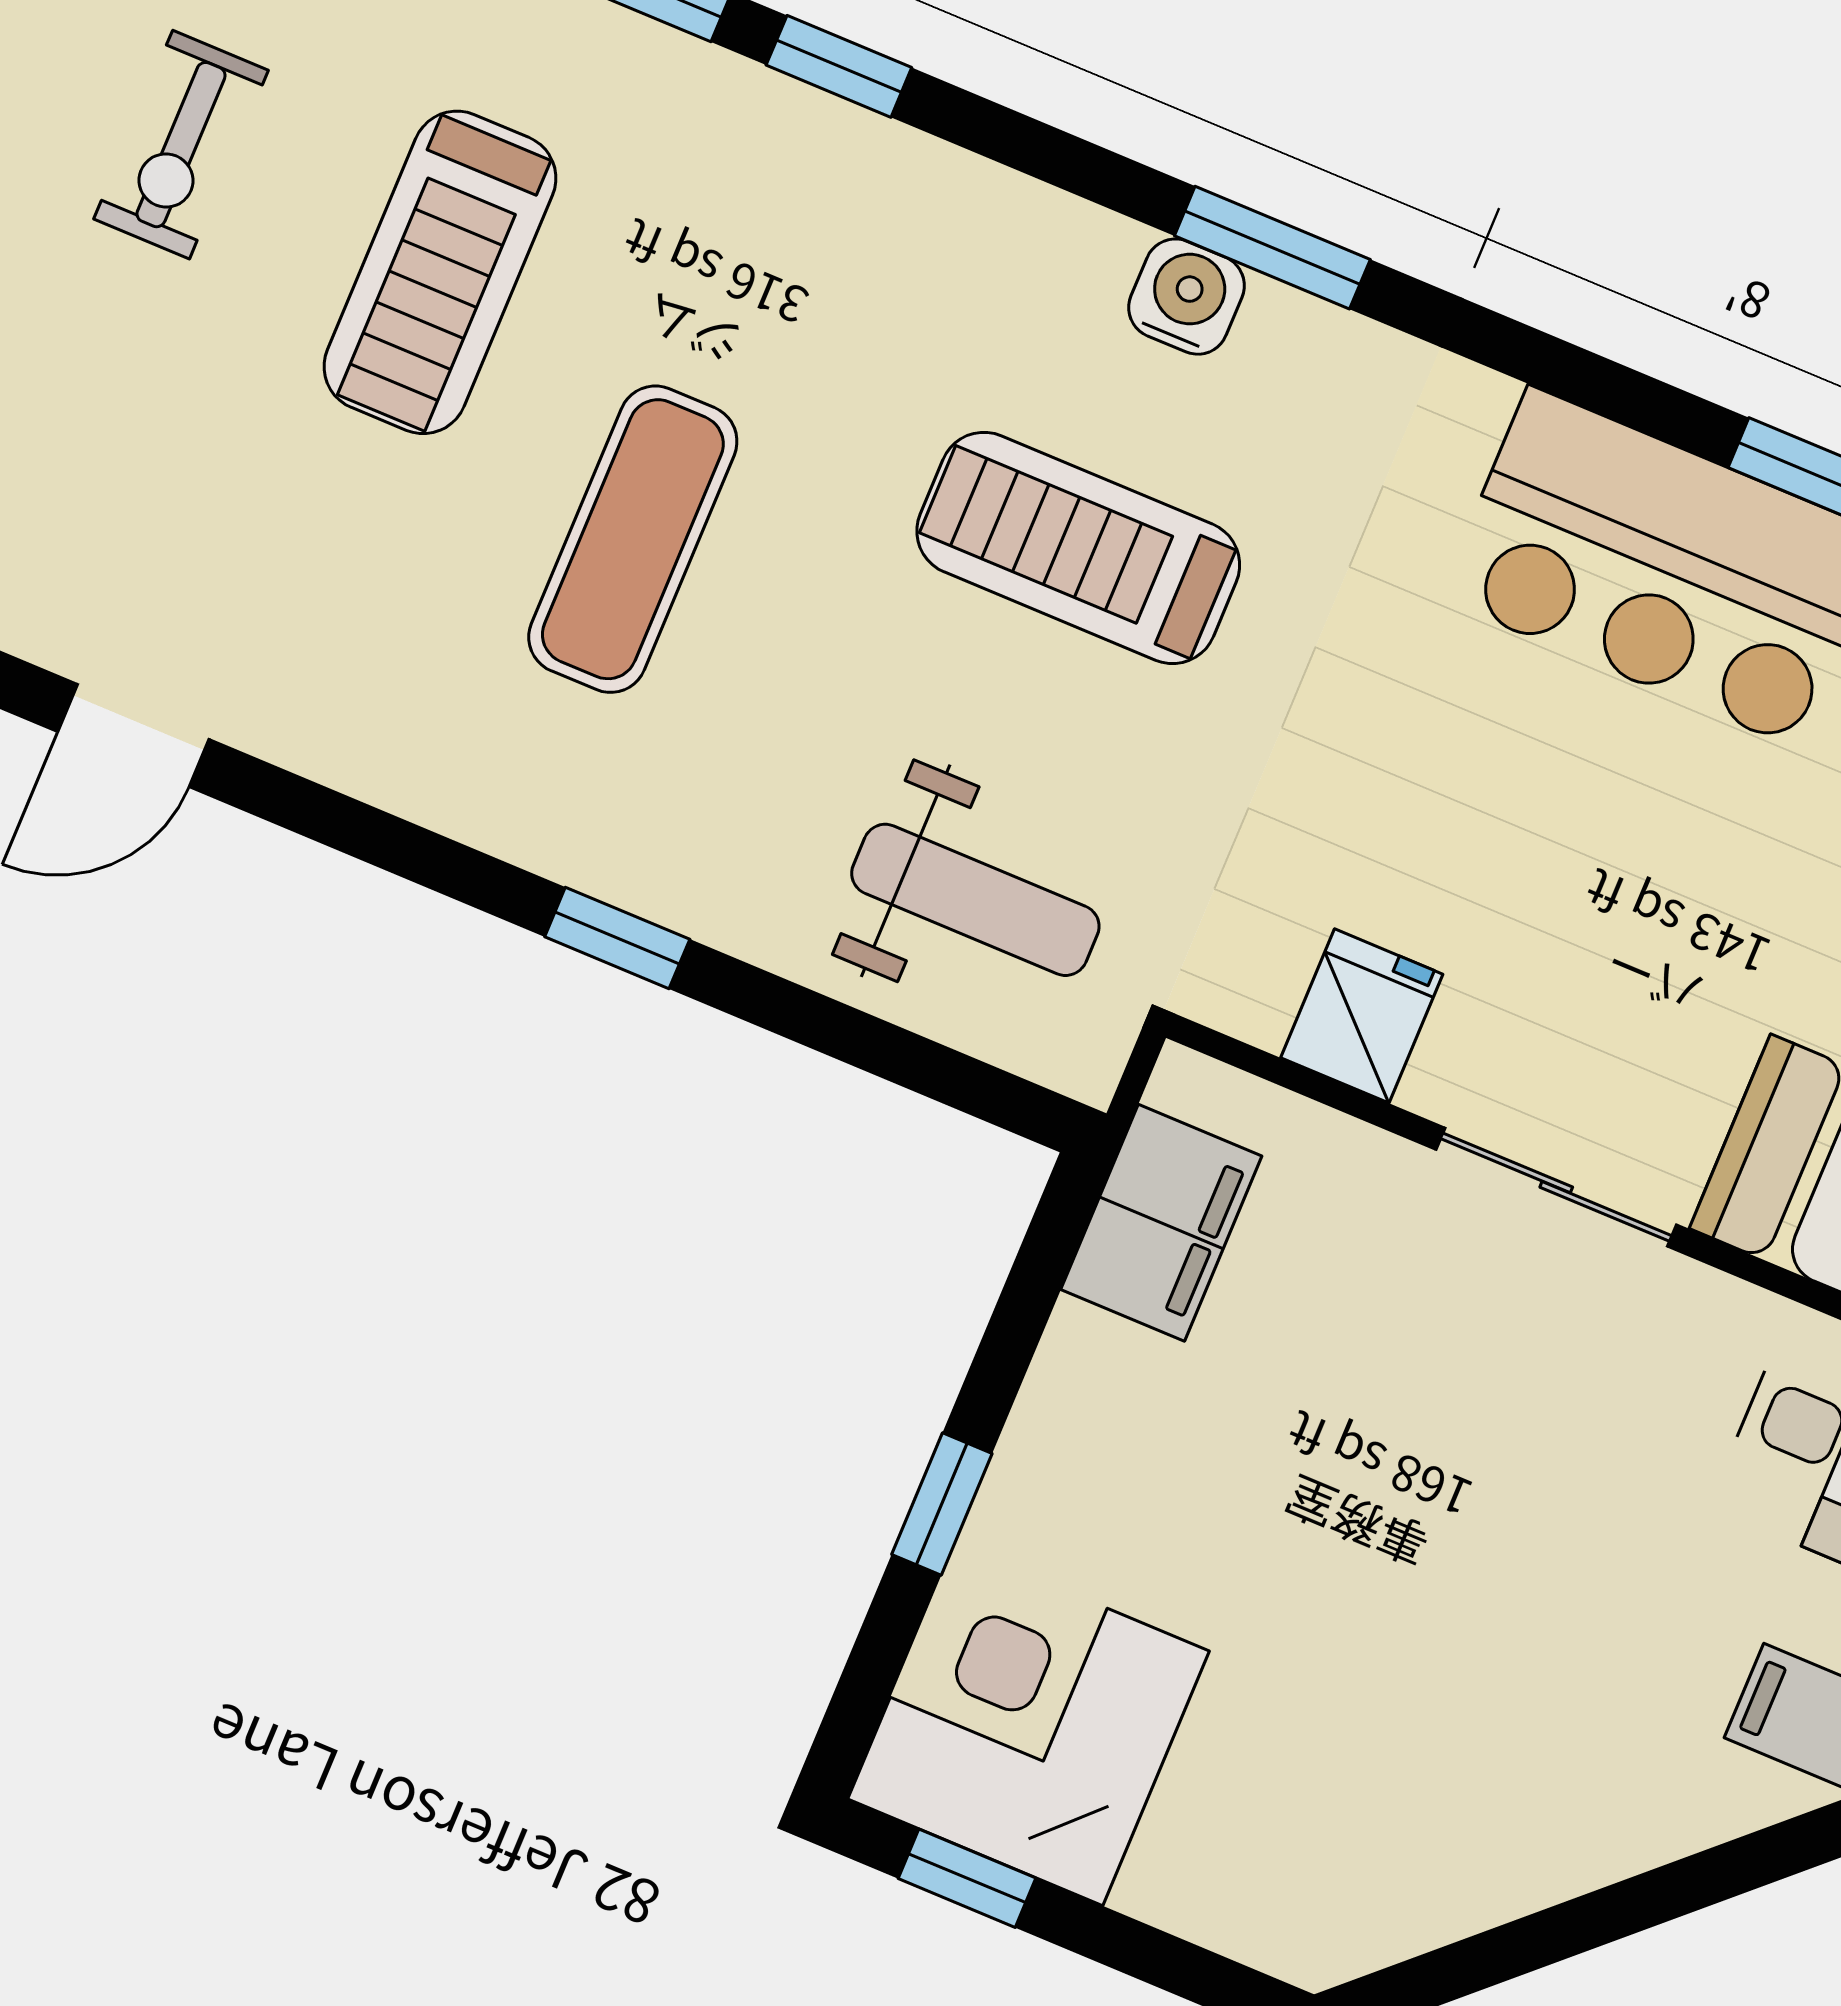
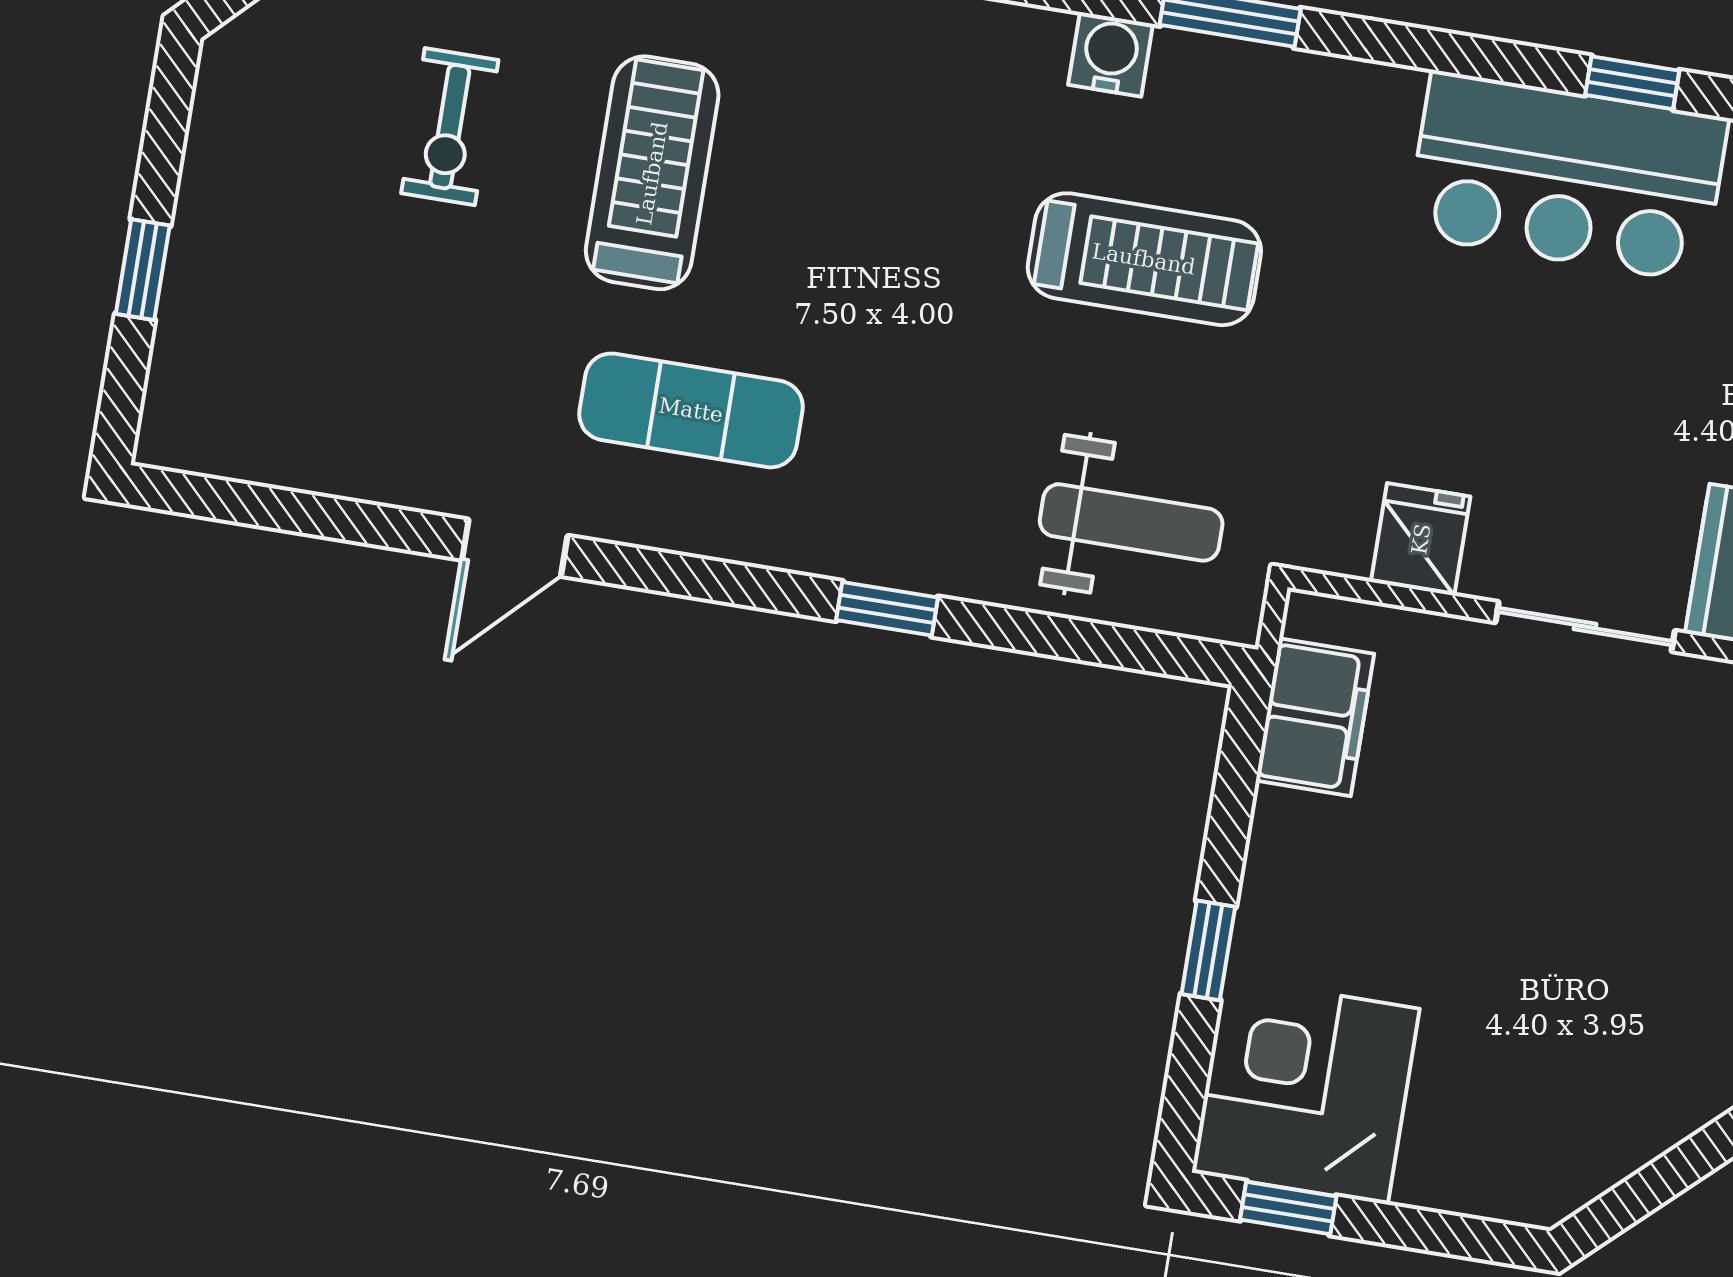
treadmill: (440, 272) -> (652, 173), turned 180
water cooler: (1187, 297) -> (1111, 54), moved
exercise mat: (633, 539) -> (691, 410), moved, turned 90
treadmill: (1078, 548) -> (1144, 259), turned 180

